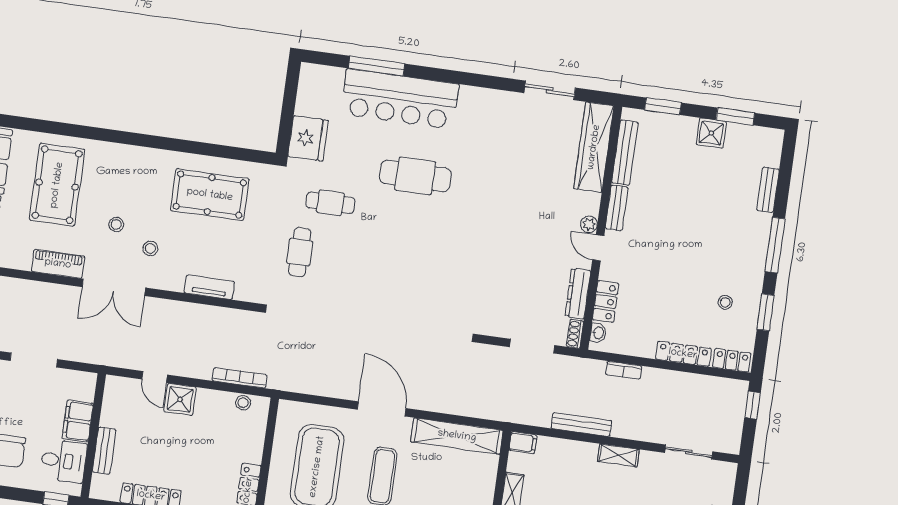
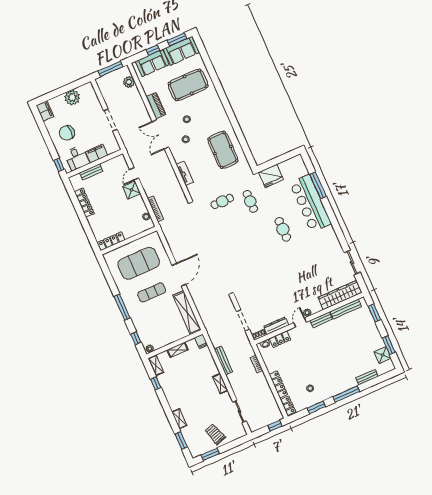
shower: (711, 133) -> (383, 355), moved
cafe table: (415, 176) -> (283, 229), width x0.73, depth x0.74

